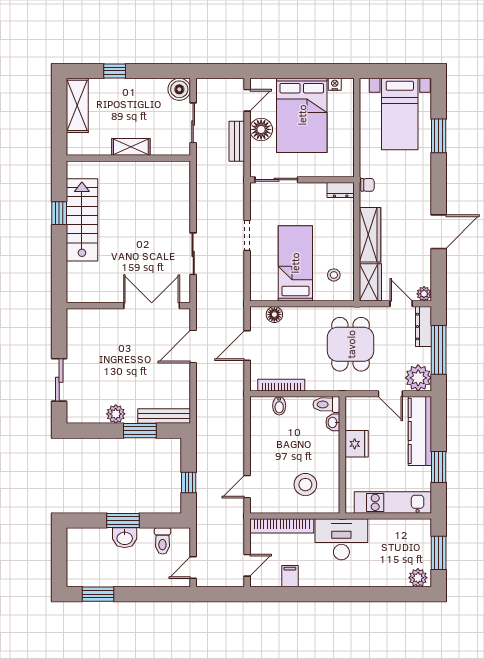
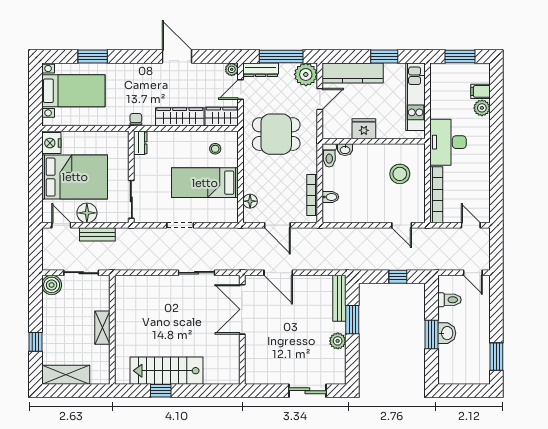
nightstand: (335, 84) -> (51, 143), width x1.89, depth x1.79
filing cabinet: (290, 576) -> (480, 91), moved
plant: (418, 578) -> (482, 108), moved

